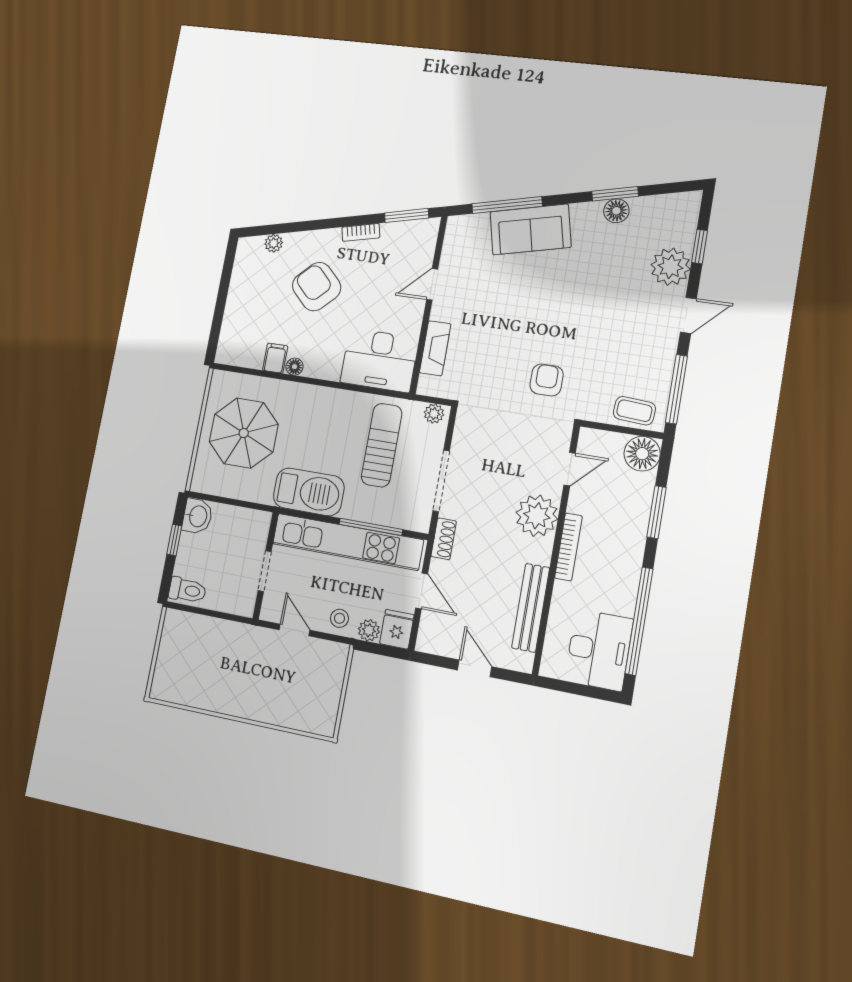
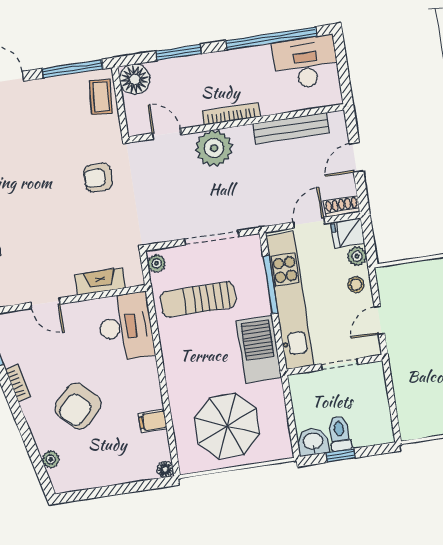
floor lamp: (294, 367) -> (165, 469), moved
shoe rack: (444, 539) -> (342, 206), moved
toilet: (187, 590) -> (340, 433), moved

